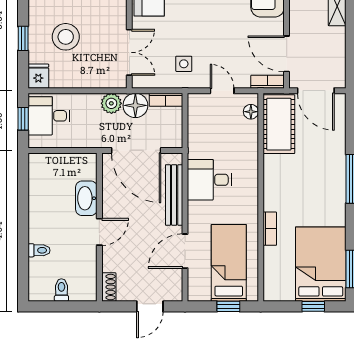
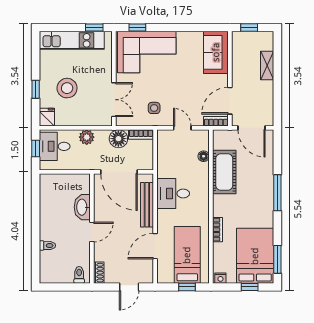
door: (287, 54) -> (230, 101), hinge flipped
plant: (111, 103) -> (87, 137), moved
floor lamp: (251, 112) -> (204, 156), moved
cot: (279, 124) -> (224, 172), moved
toilet: (61, 290) -> (79, 275), moved
nightstand: (274, 294) -> (220, 278), added

